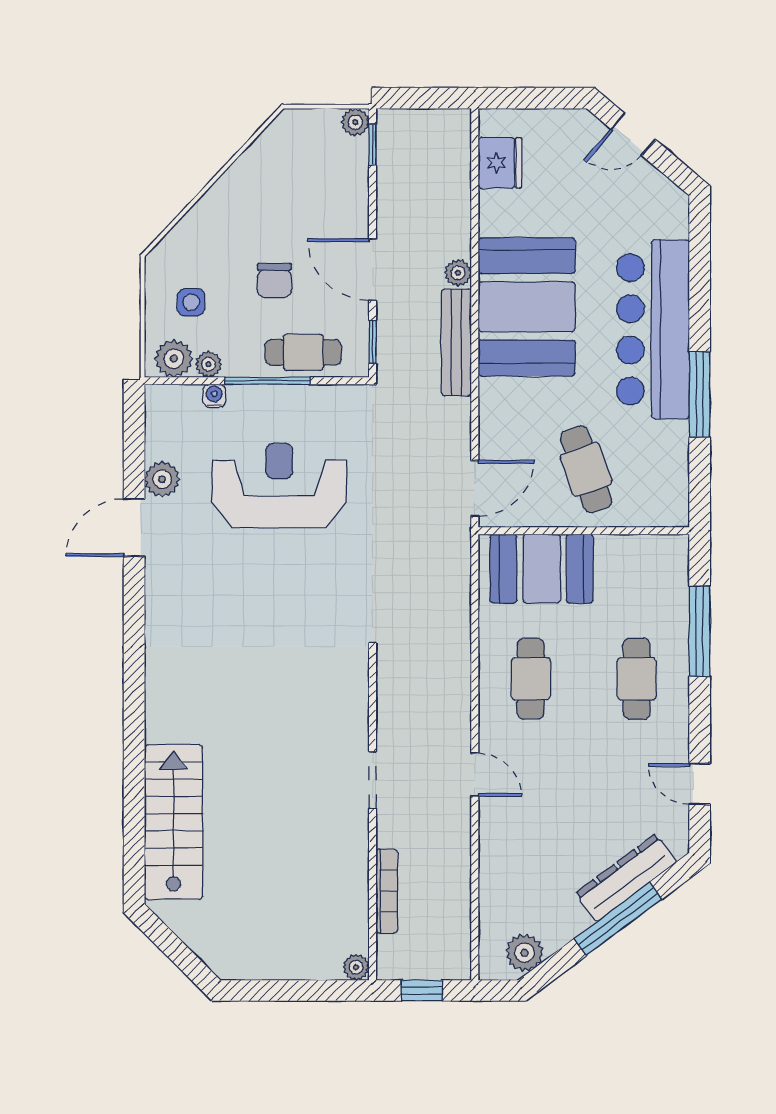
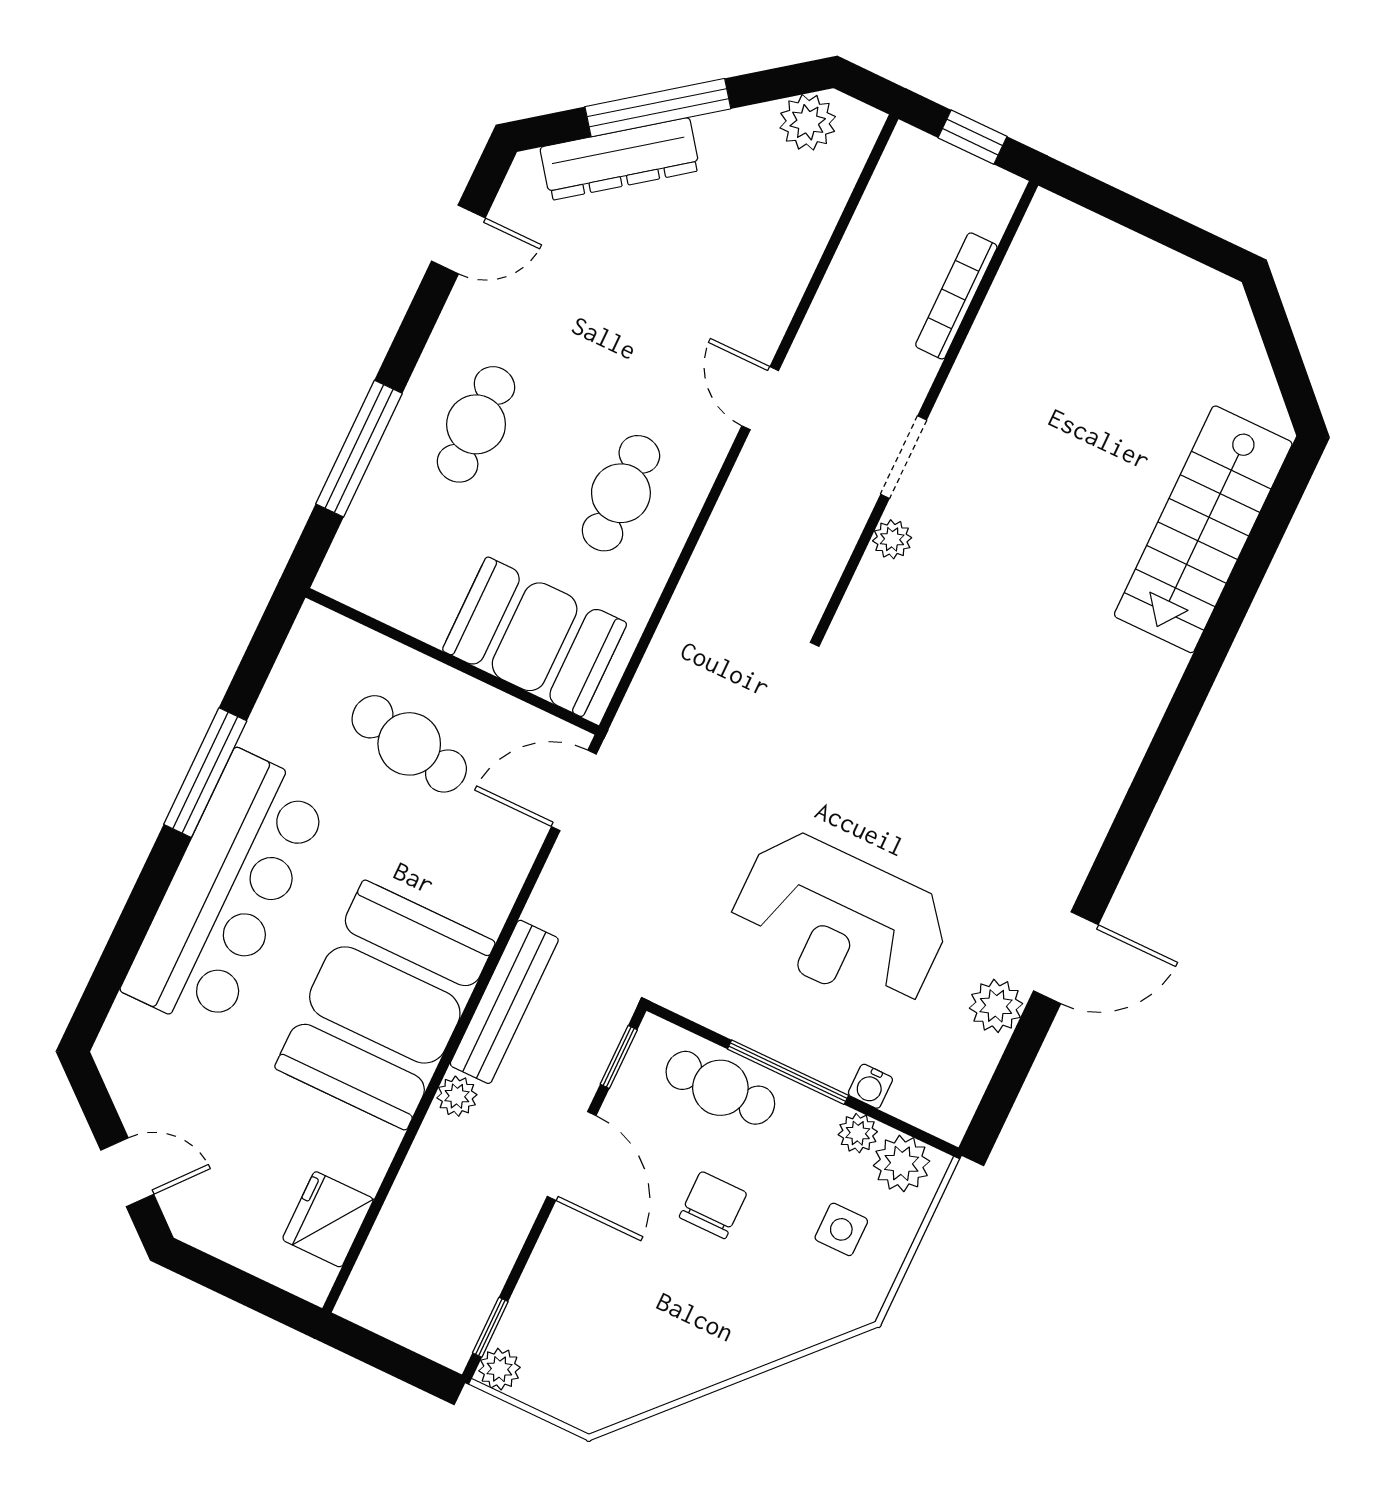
cafe table: (586, 469) -> (409, 744), turned -60
door: (700, 784) -> (458, 240), hinge flipped
plant: (356, 967) -> (892, 539), moved

